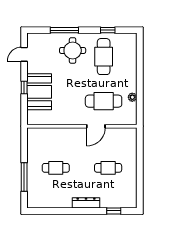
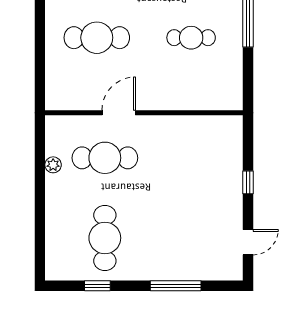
round table: (73, 50) -> (161, 249), removed
booth: (39, 92) -> (221, 175), removed
cafe table: (108, 168) -> (97, 38), width x1.37, depth x1.35

